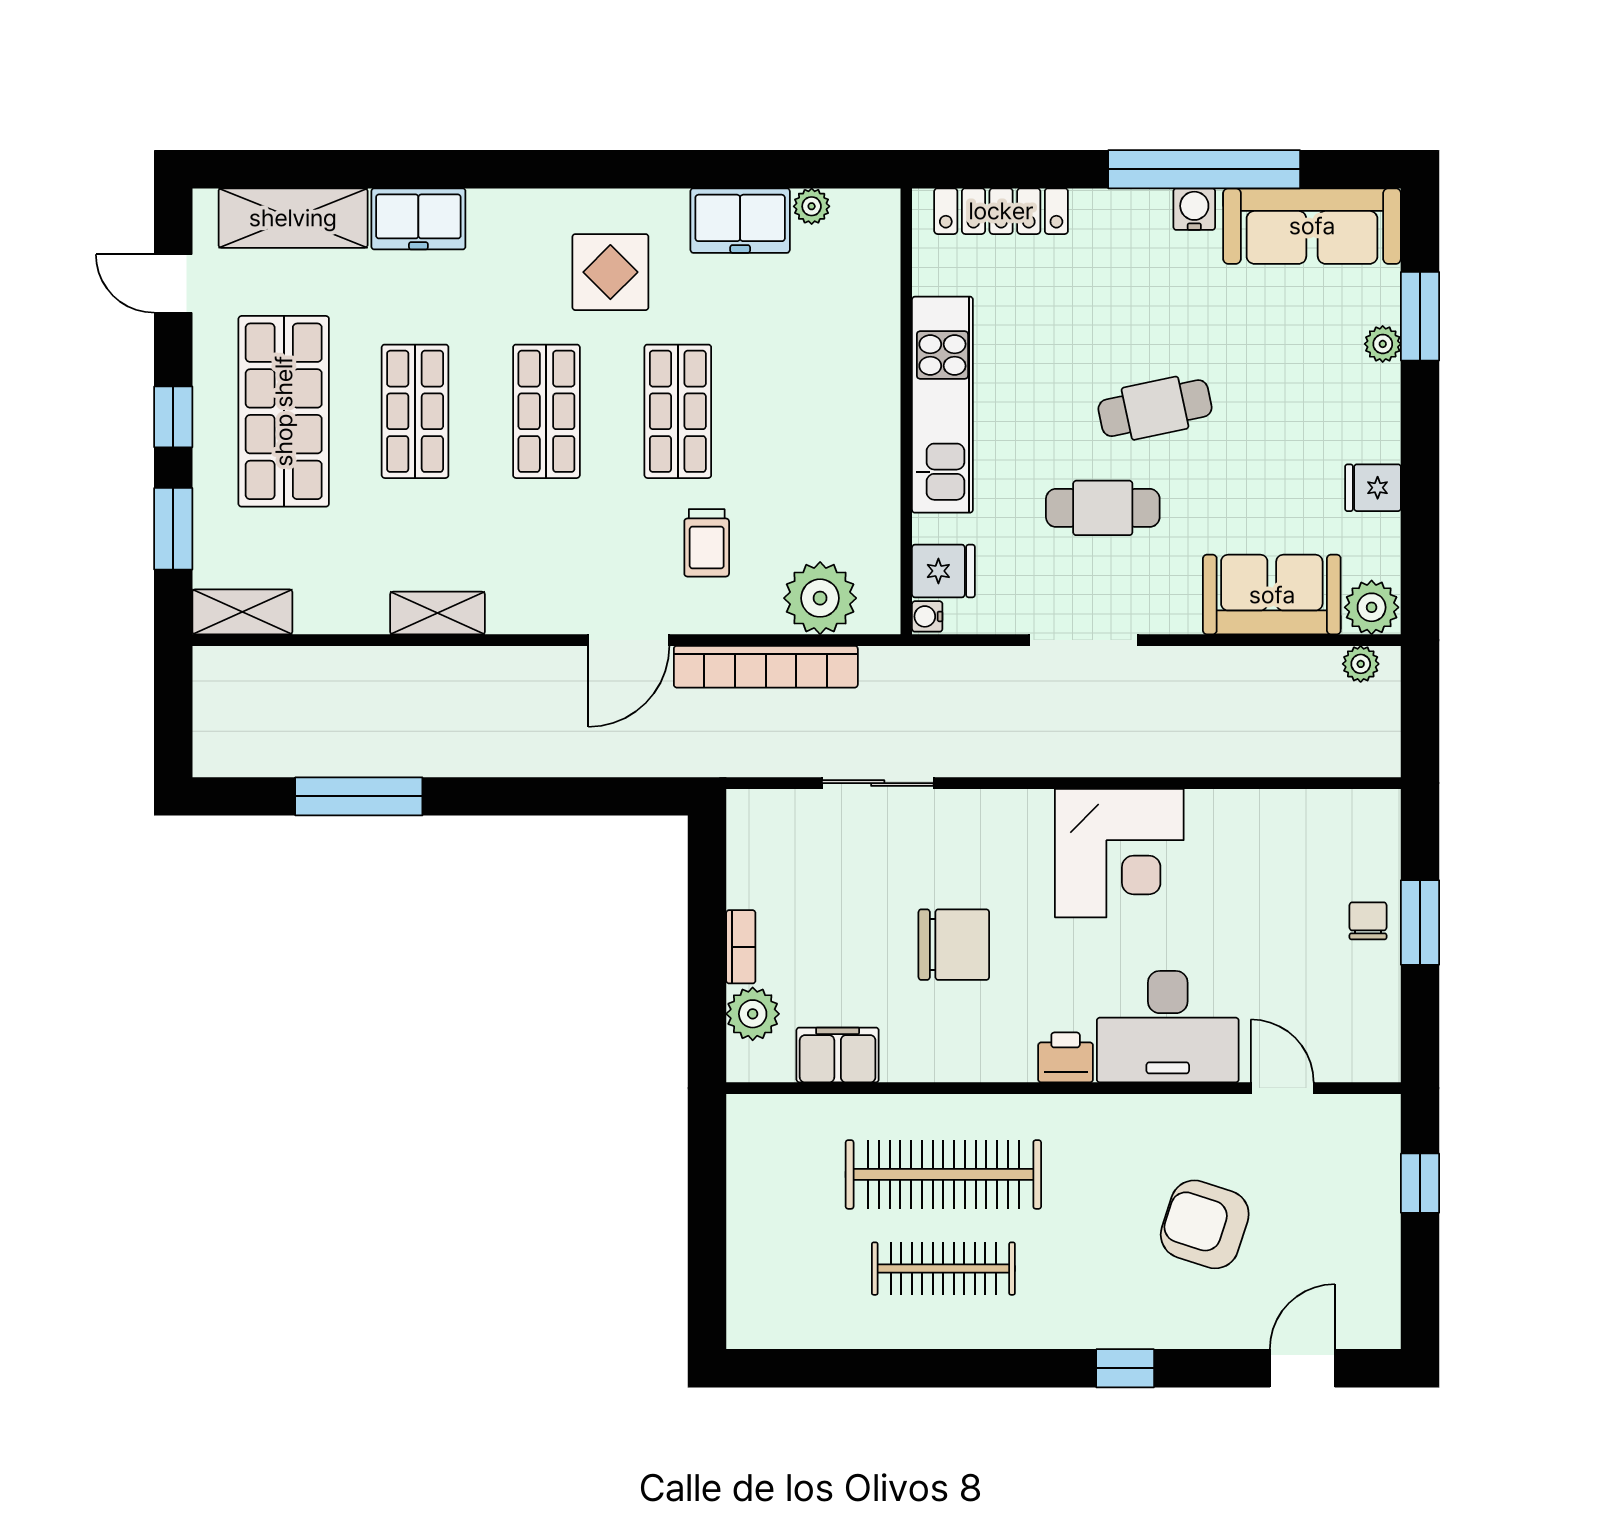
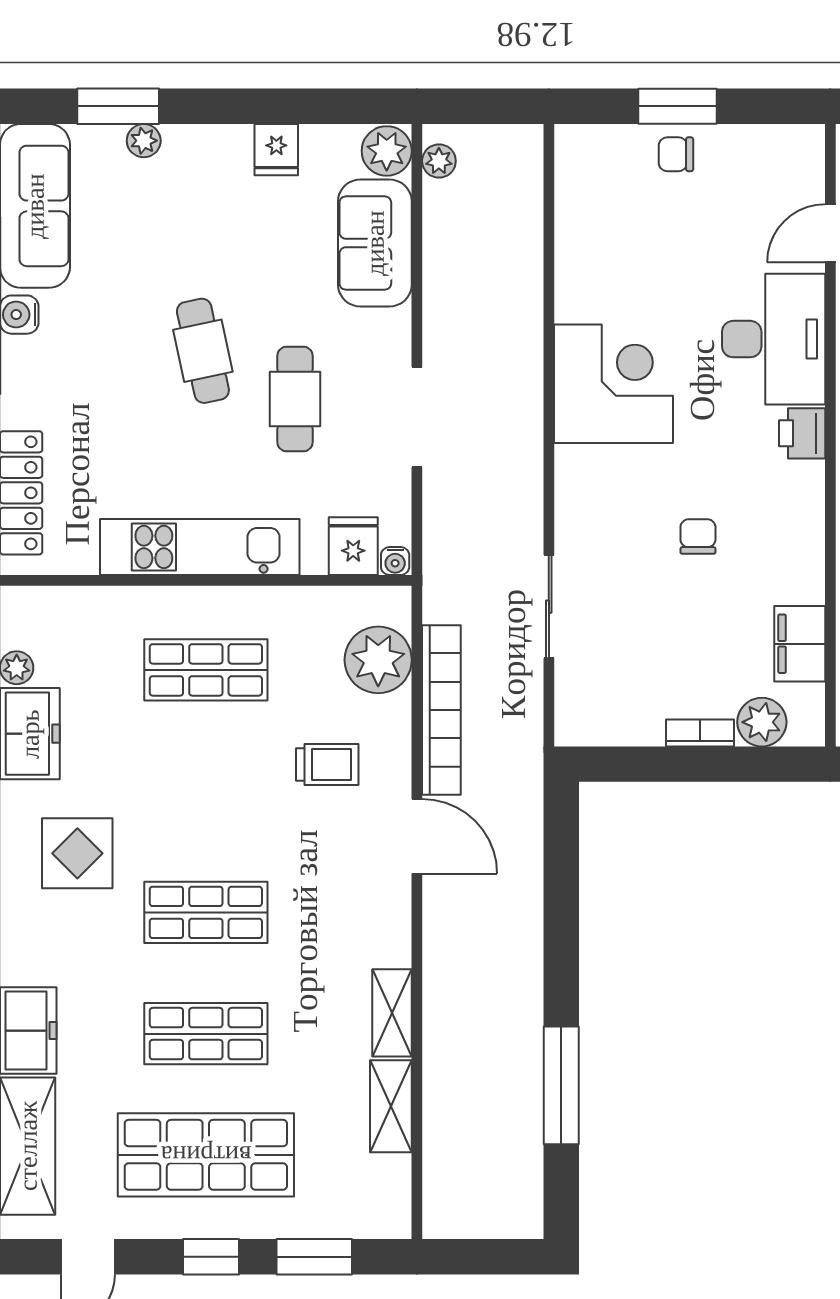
shop shelf: (678, 411) -> (206, 670), moved
shelving: (242, 612) -> (391, 1106), moved
chair: (954, 945) -> (698, 536), width x0.54, depth x0.54

